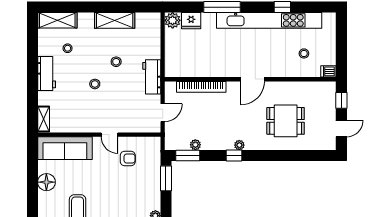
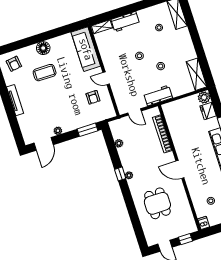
shelving: (115, 20) -> (196, 74), moved
workbench: (47, 73) -> (125, 22), moved
door: (109, 135) -> (106, 78), hinge flipped
window: (188, 155) -> (109, 140), removed
floor lamp: (46, 182) -> (43, 48), moved

